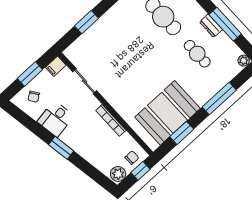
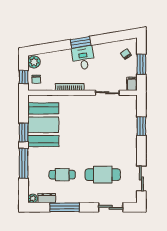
dresser: (211, 26) -> (47, 198), moved
desk: (55, 119) -> (83, 58), moved
window: (182, 133) -> (24, 132), moved

